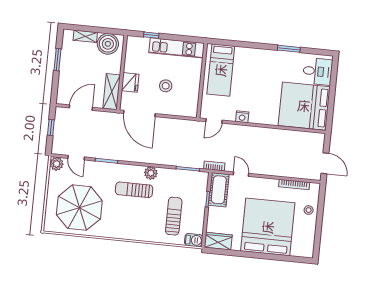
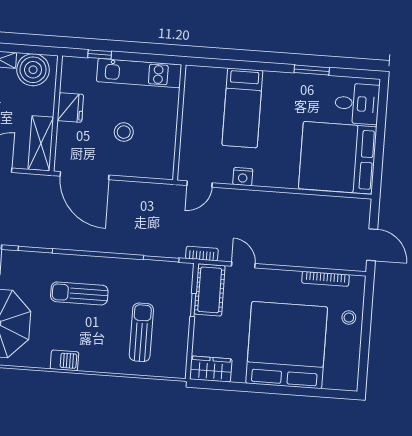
bed: (221, 70) -> (242, 108), moved
fridge: (130, 82) -> (70, 108), moved
plant: (151, 173) -> (104, 267), removed
barbecue: (194, 240) -> (64, 360), moved

